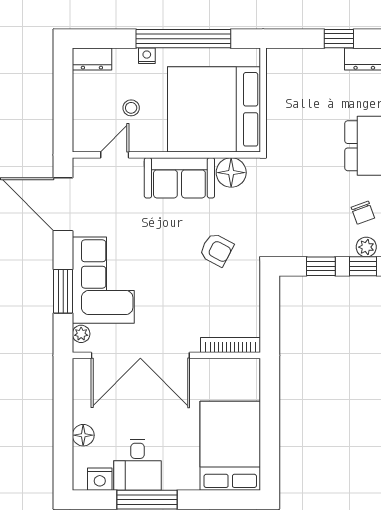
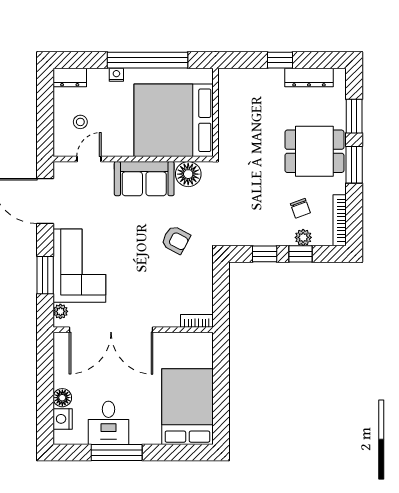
stool: (131, 108) -> (80, 122), moved
bookcase: (230, 345) -> (197, 321), width x0.64
nightstand: (100, 479) -> (63, 419), moved, turned 90

